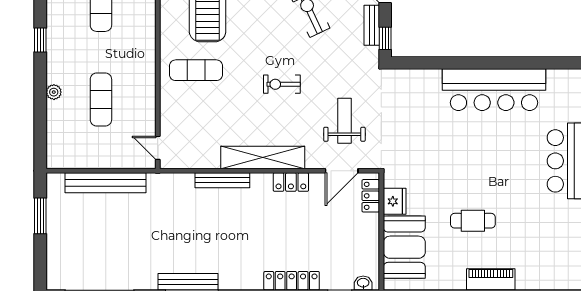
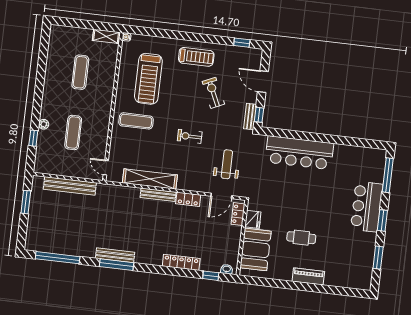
bench: (372, 25) -> (250, 117), moved
window: (40, 40) -> (33, 138), moved
bar counter: (494, 90) -> (299, 153), moved
shelving: (263, 157) -> (150, 179), moved
bench: (222, 180) -> (158, 195), moved

